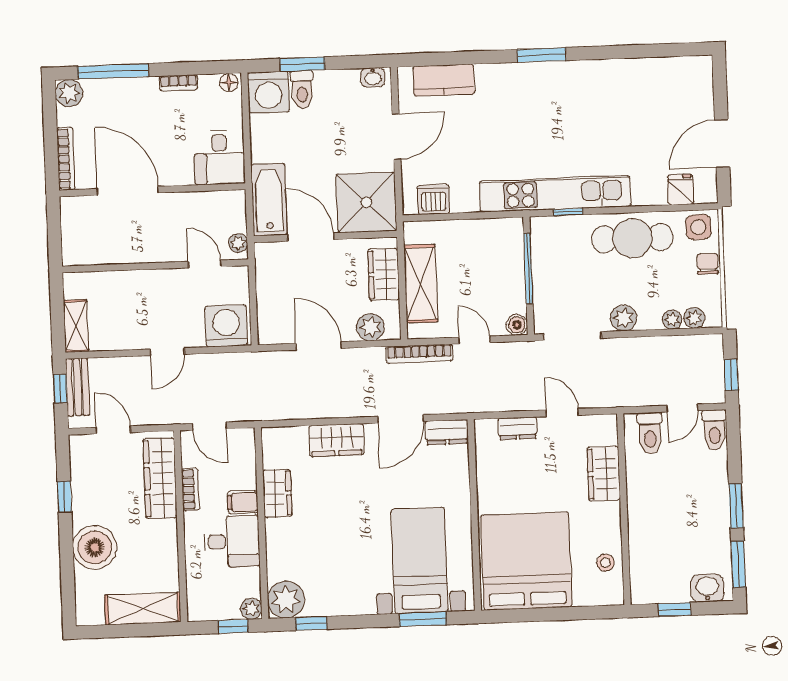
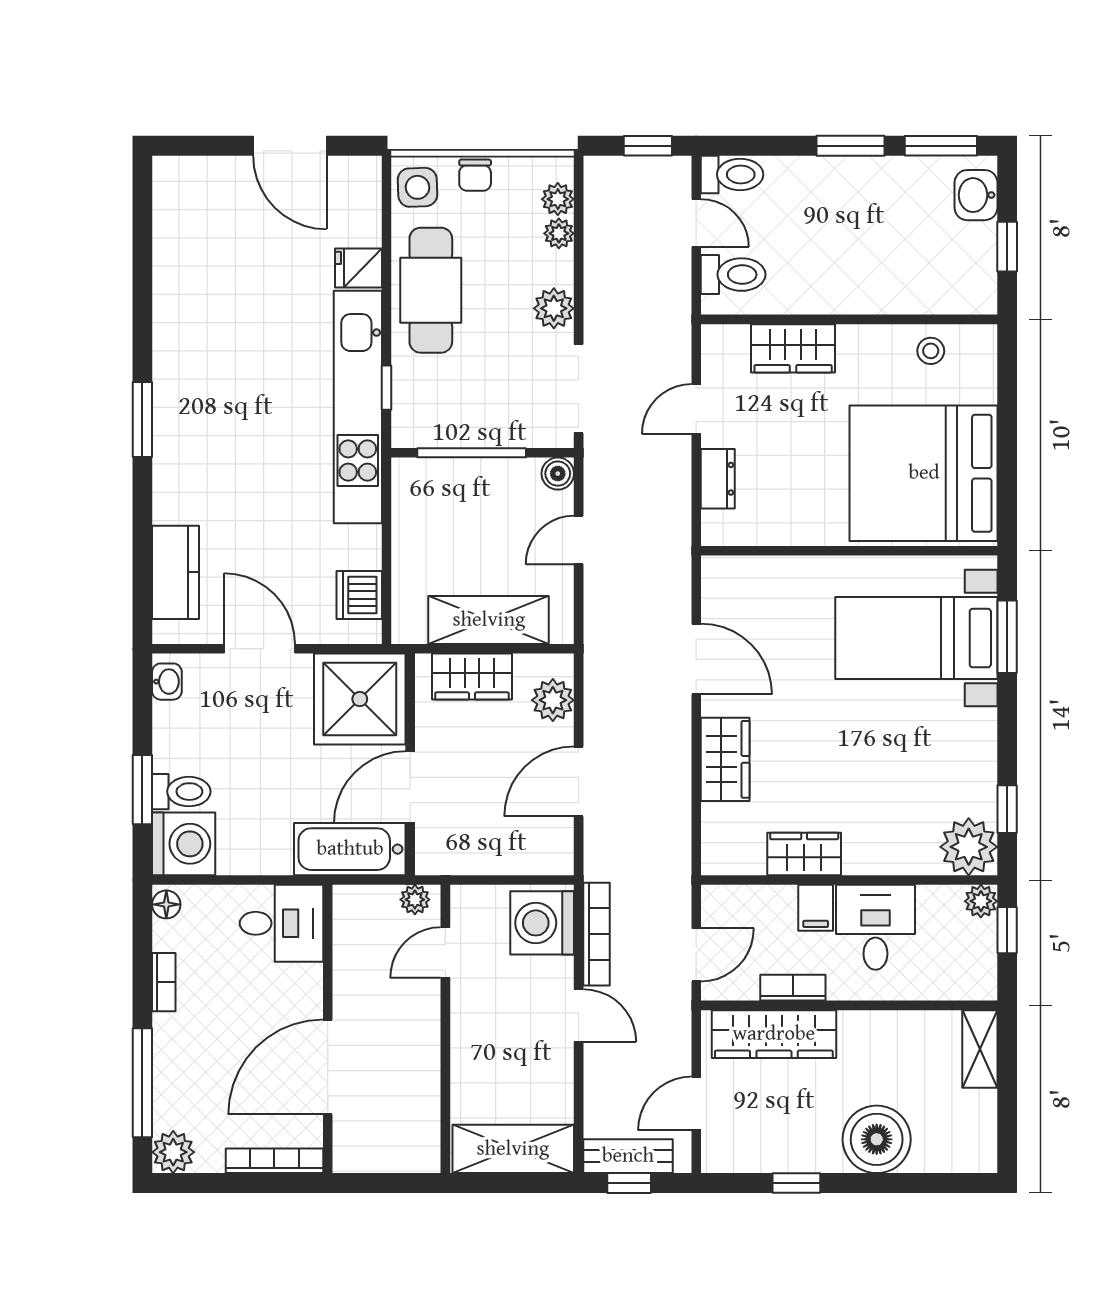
fridge: (681, 190) -> (359, 268), moved
chair: (708, 264) -> (475, 175), turned -90
shelving: (76, 326) -> (513, 1149), width x1.50, depth x1.33
bookcase: (419, 354) -> (596, 934), moved
dresser: (447, 432) -> (720, 588), removed
shelving: (143, 608) -> (980, 1049), width x0.67, depth x0.75

